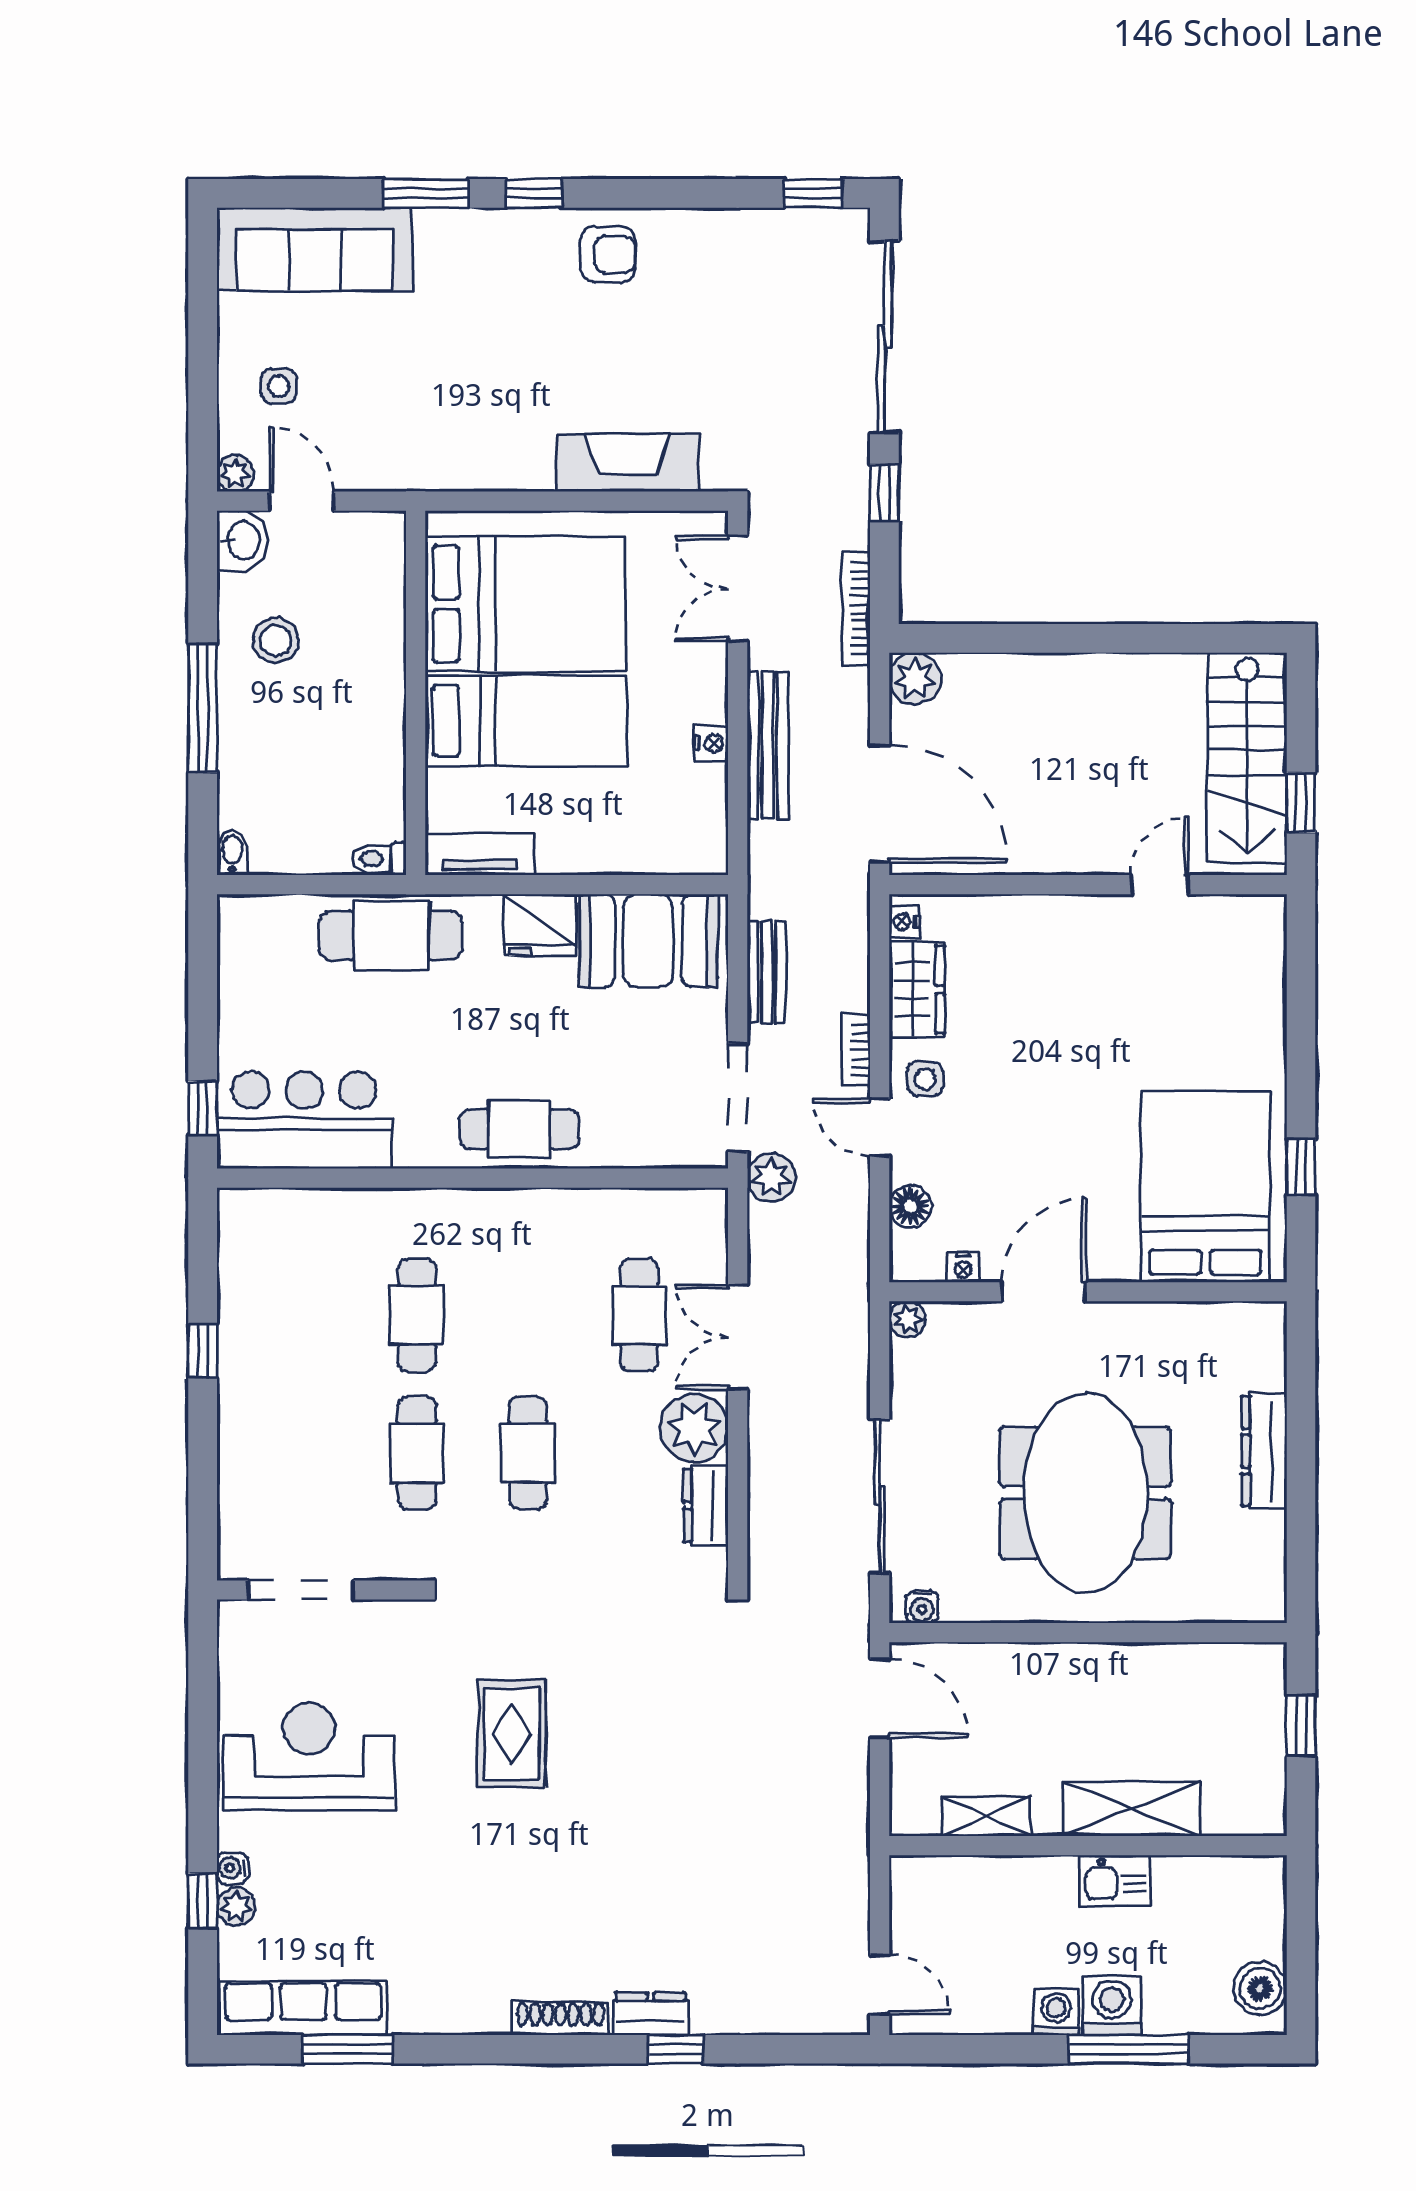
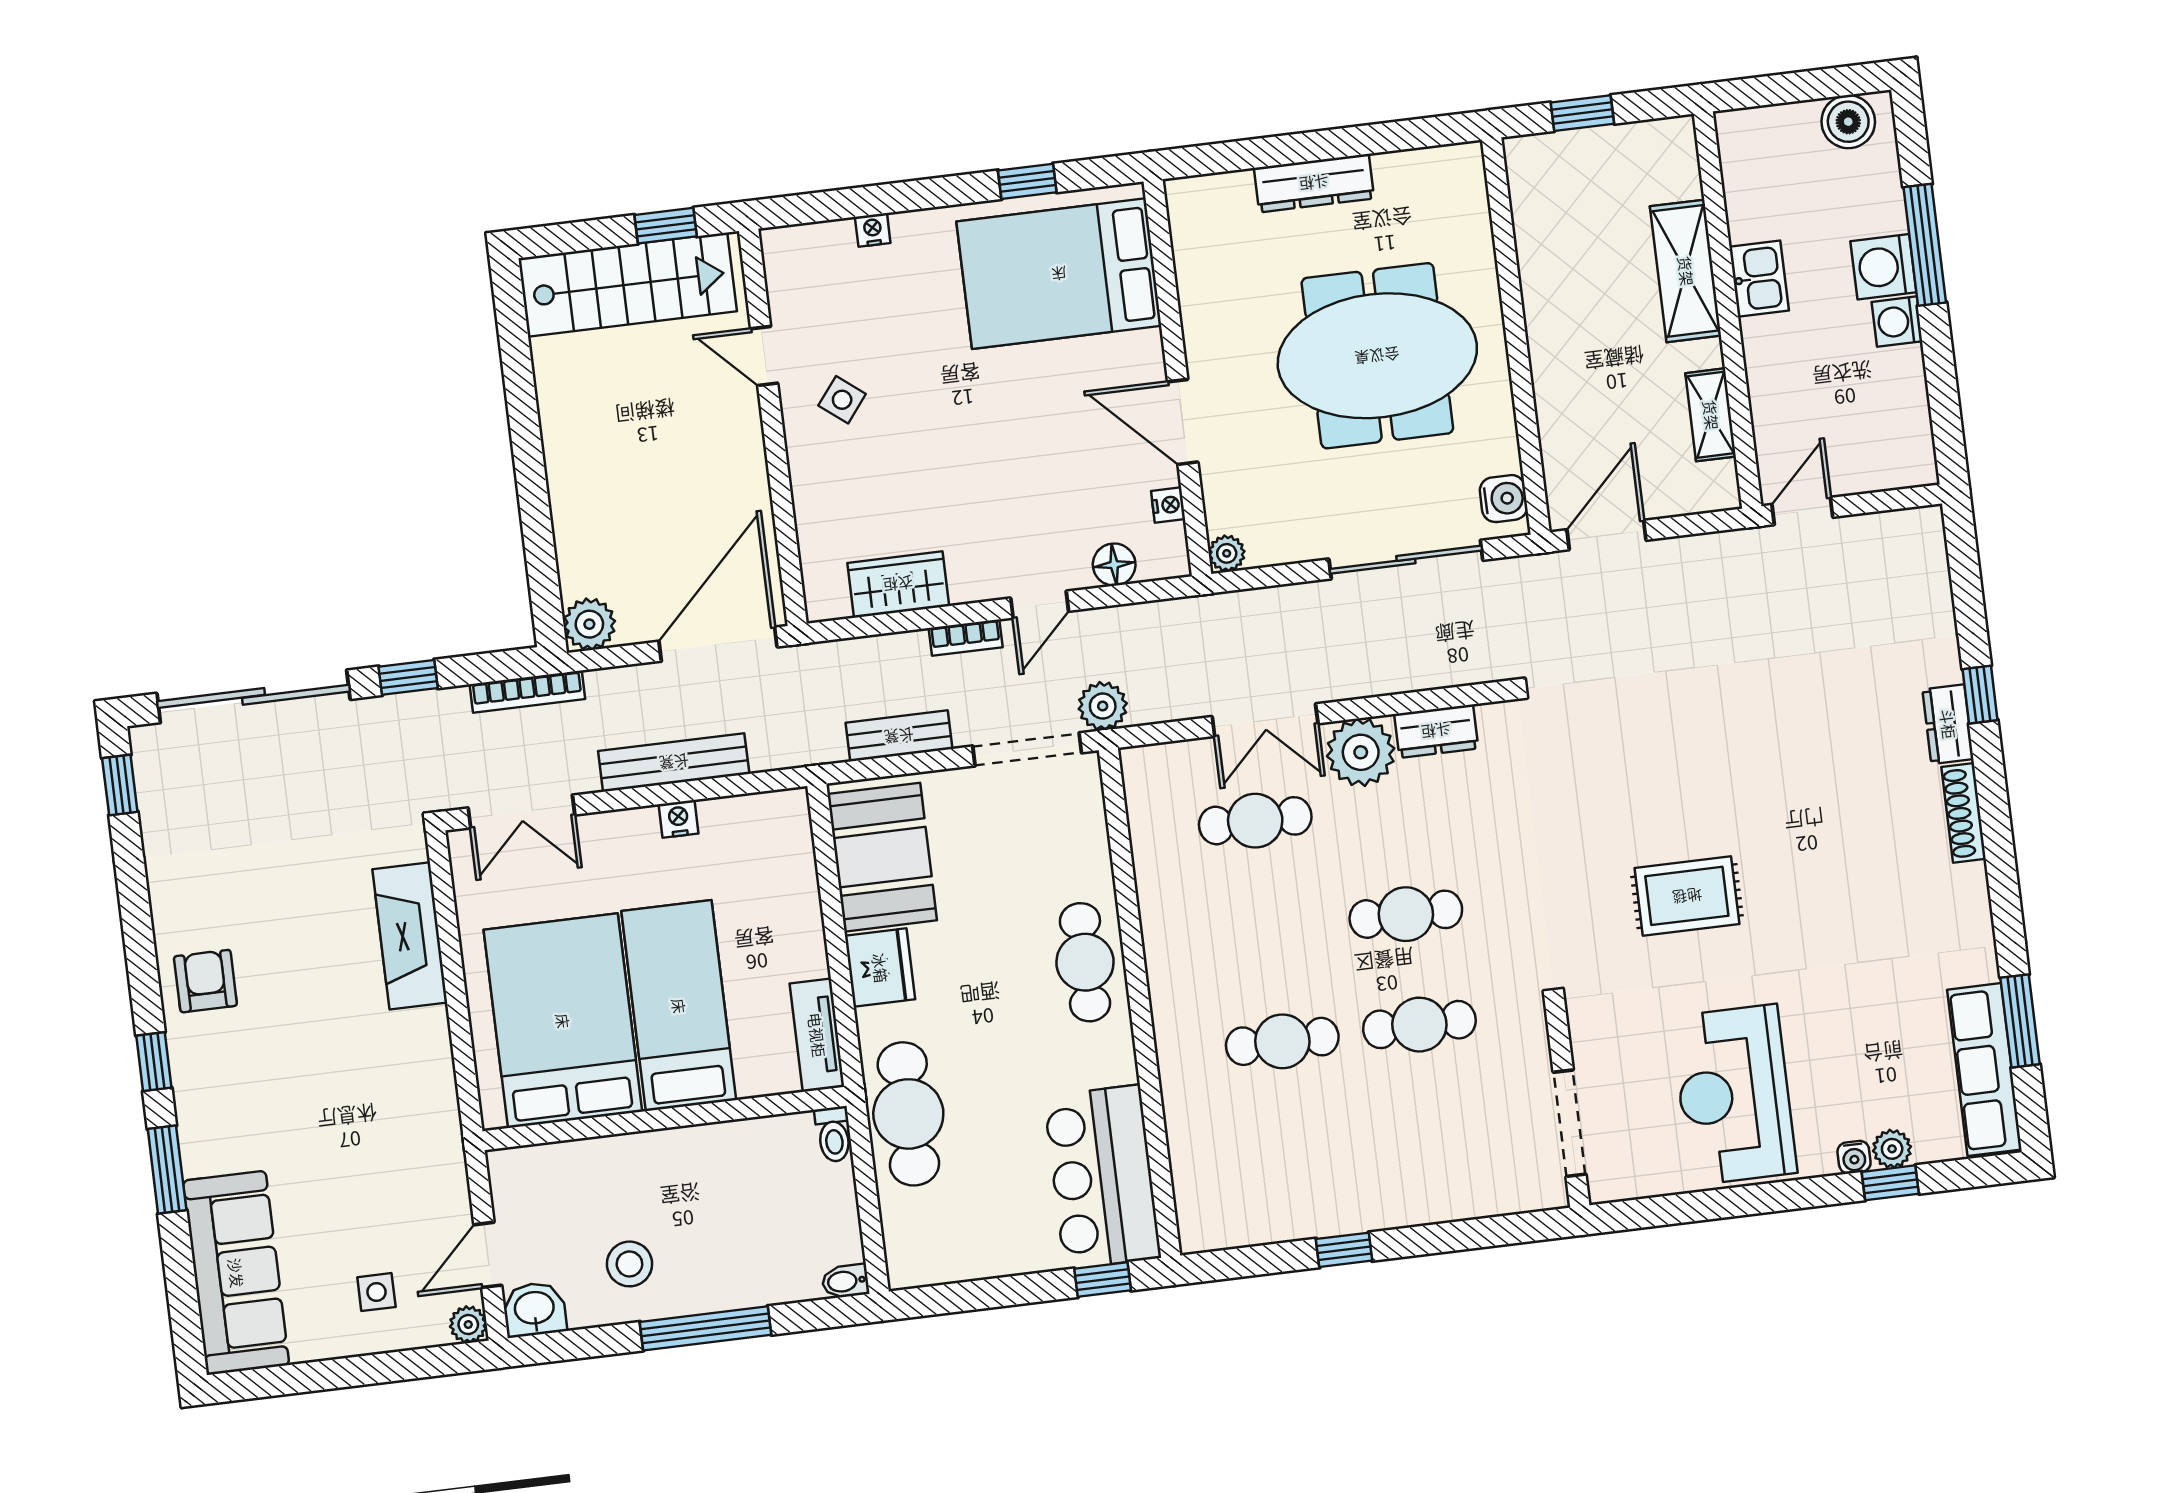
nightstand: (904, 922) -> (873, 230), moved, turned 180
side table: (925, 1079) -> (842, 400), moved, turned 38
water cooler: (922, 1607) -> (1504, 499), width x1.38, depth x1.38
door: (880, 1985) -> (1802, 511), moved

